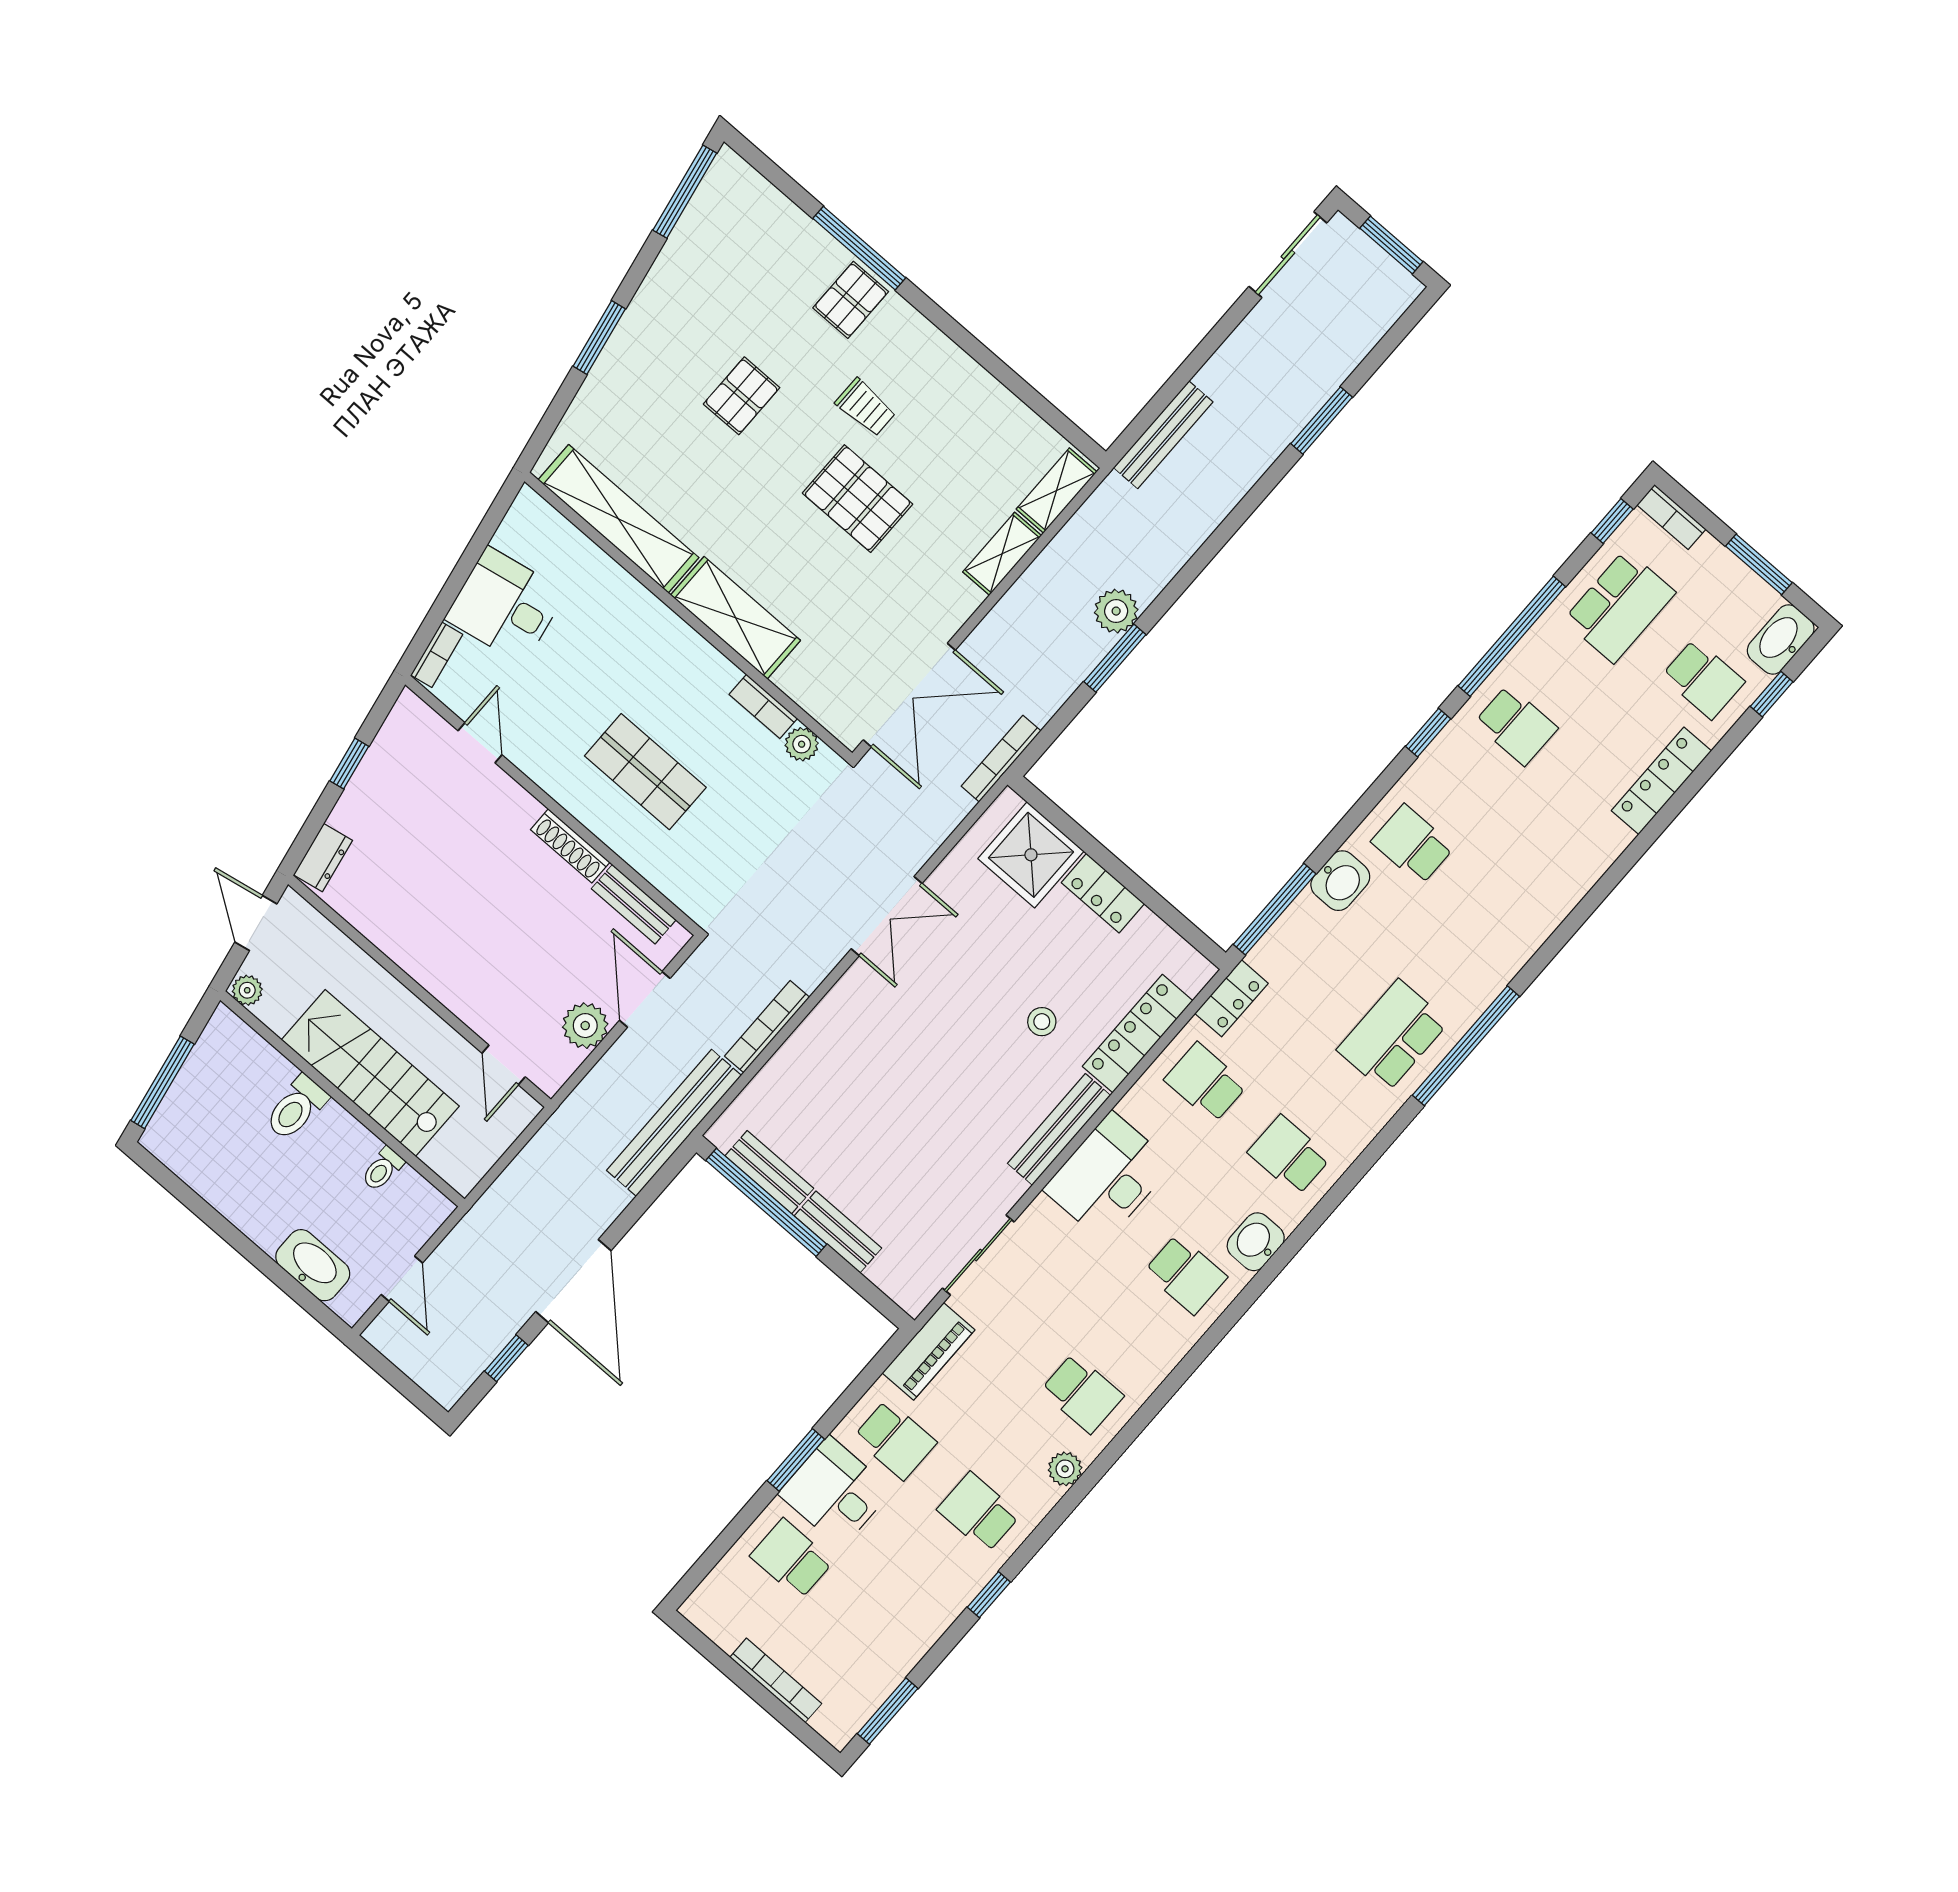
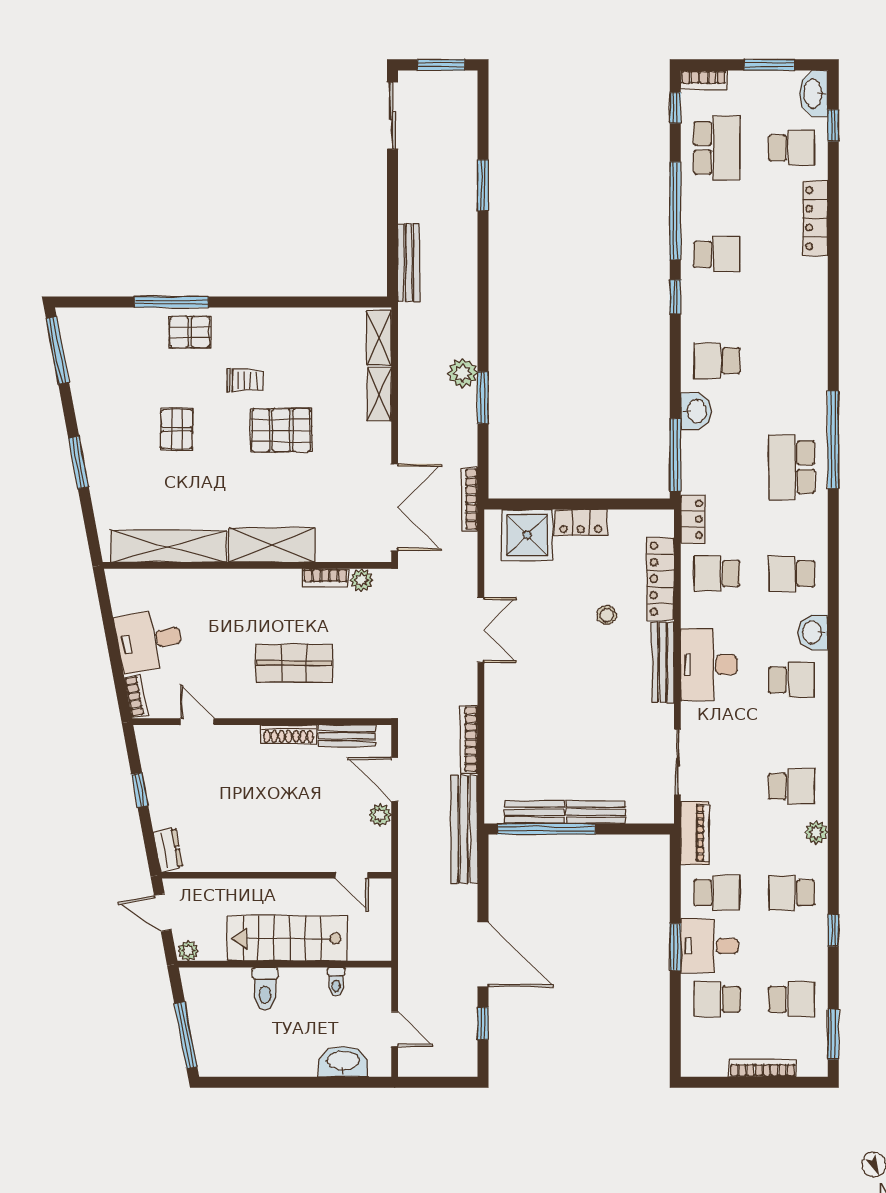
pallet: (851, 300) -> (190, 332), turned 90
plant: (585, 1026) -> (380, 815), width x0.73, depth x0.73
school desk: (875, 1631) -> (792, 999), added

